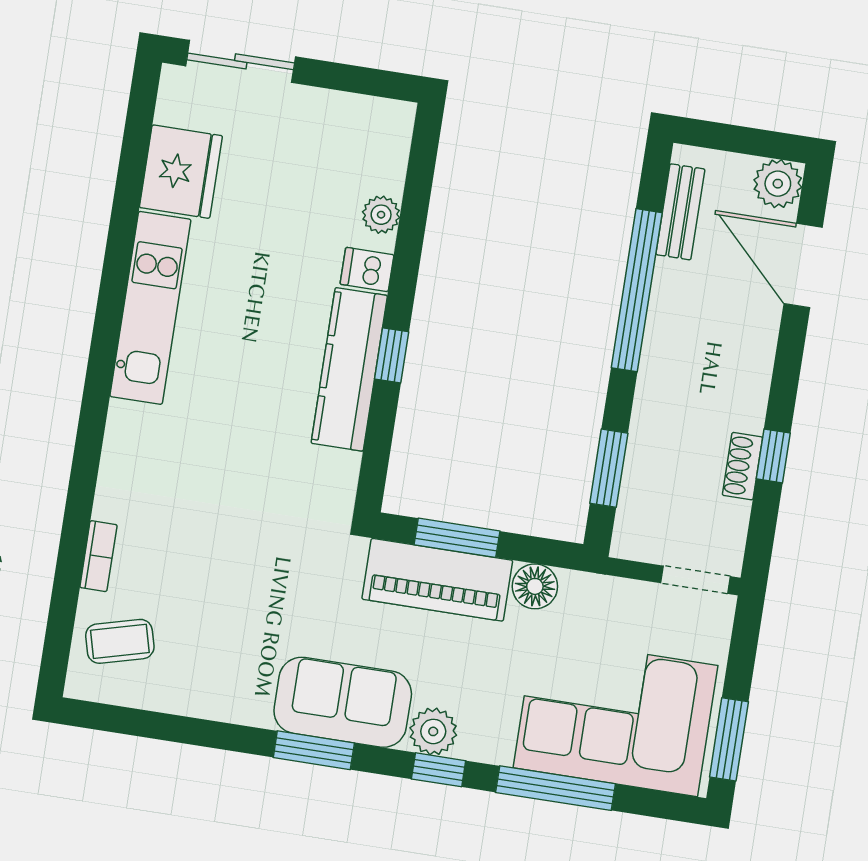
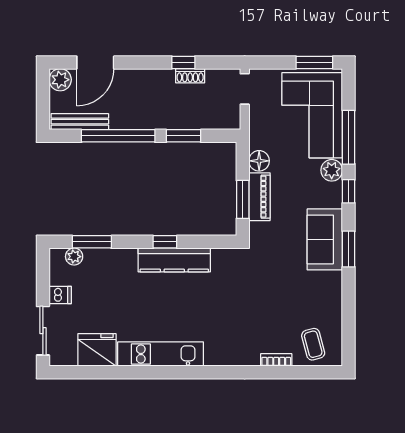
window: (416, 197) -> (92, 242), added
bench: (680, 212) -> (80, 122), width x1.36
plant: (381, 215) -> (74, 257), moved
dishwasher: (367, 269) -> (60, 295), moved, turned -90
window: (609, 468) -> (184, 136), moved
piano: (437, 580) -> (259, 197), width x0.73, depth x0.75
plant: (433, 731) -> (332, 170), moved

